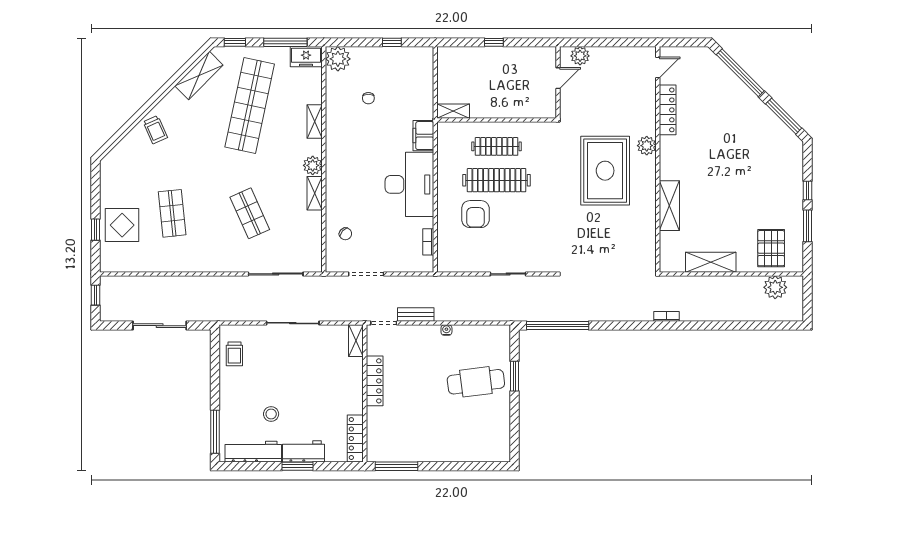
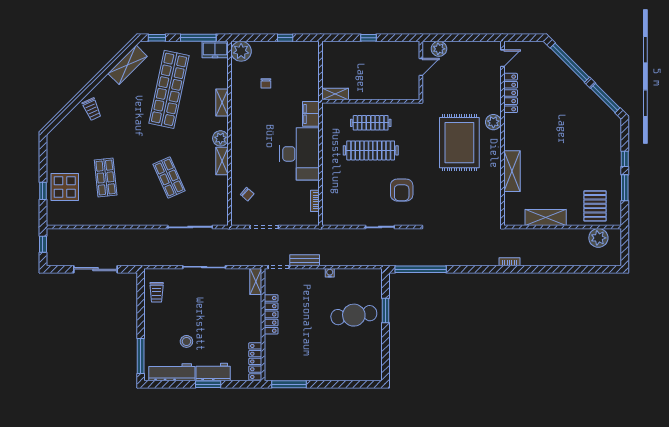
armchair: (475, 214) -> (402, 190), moved

